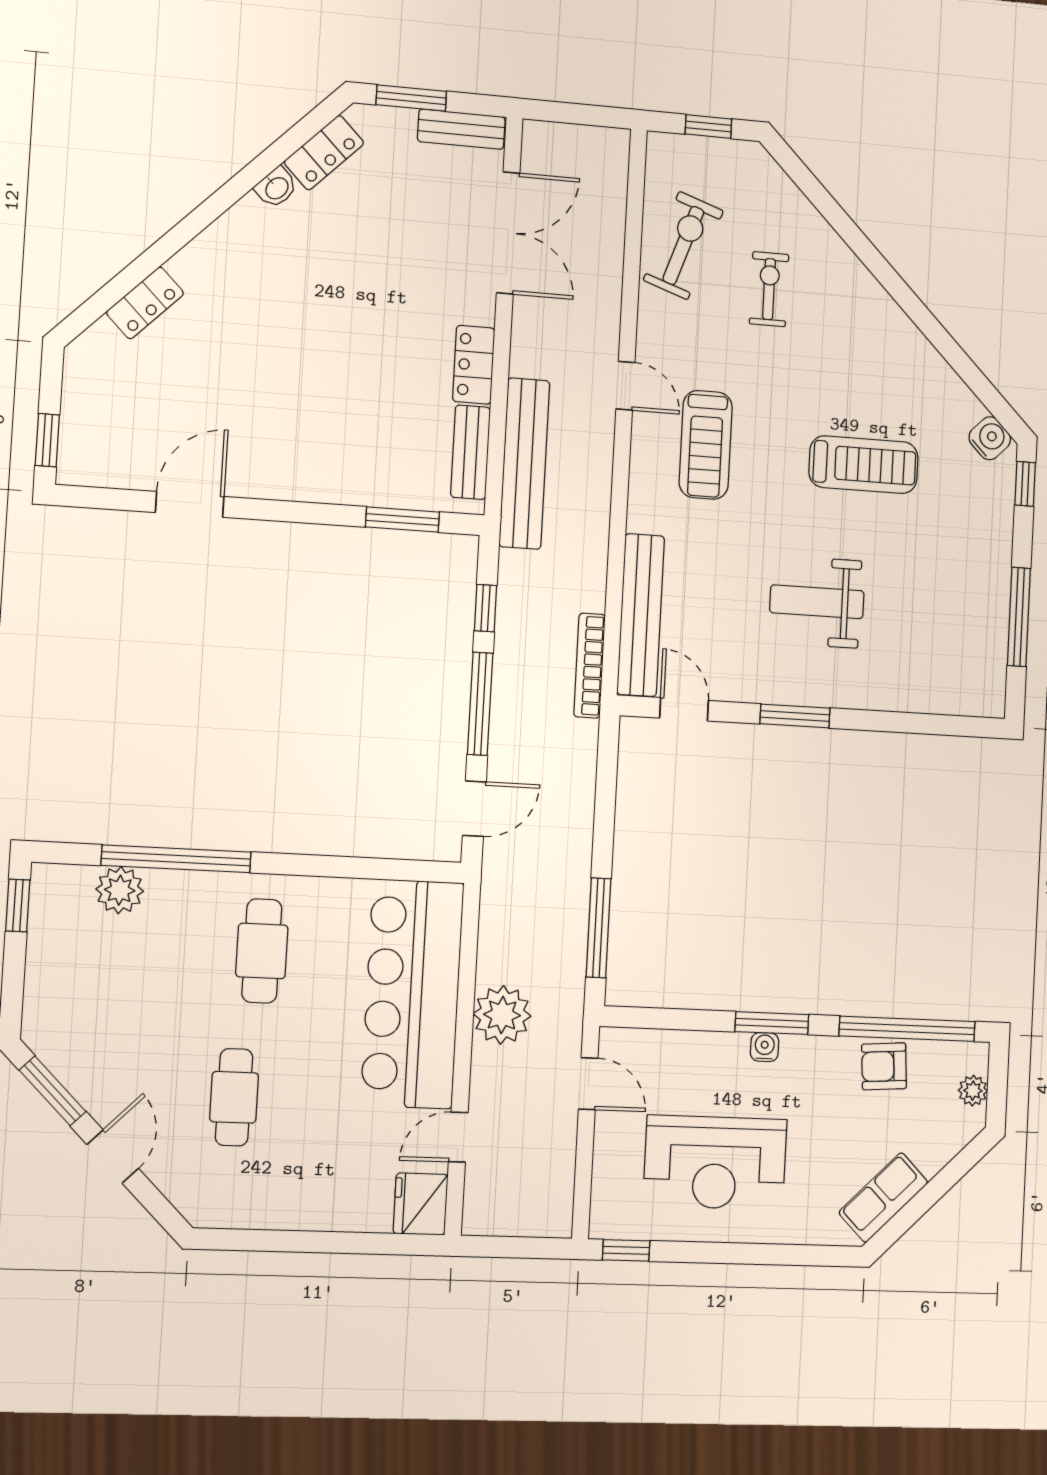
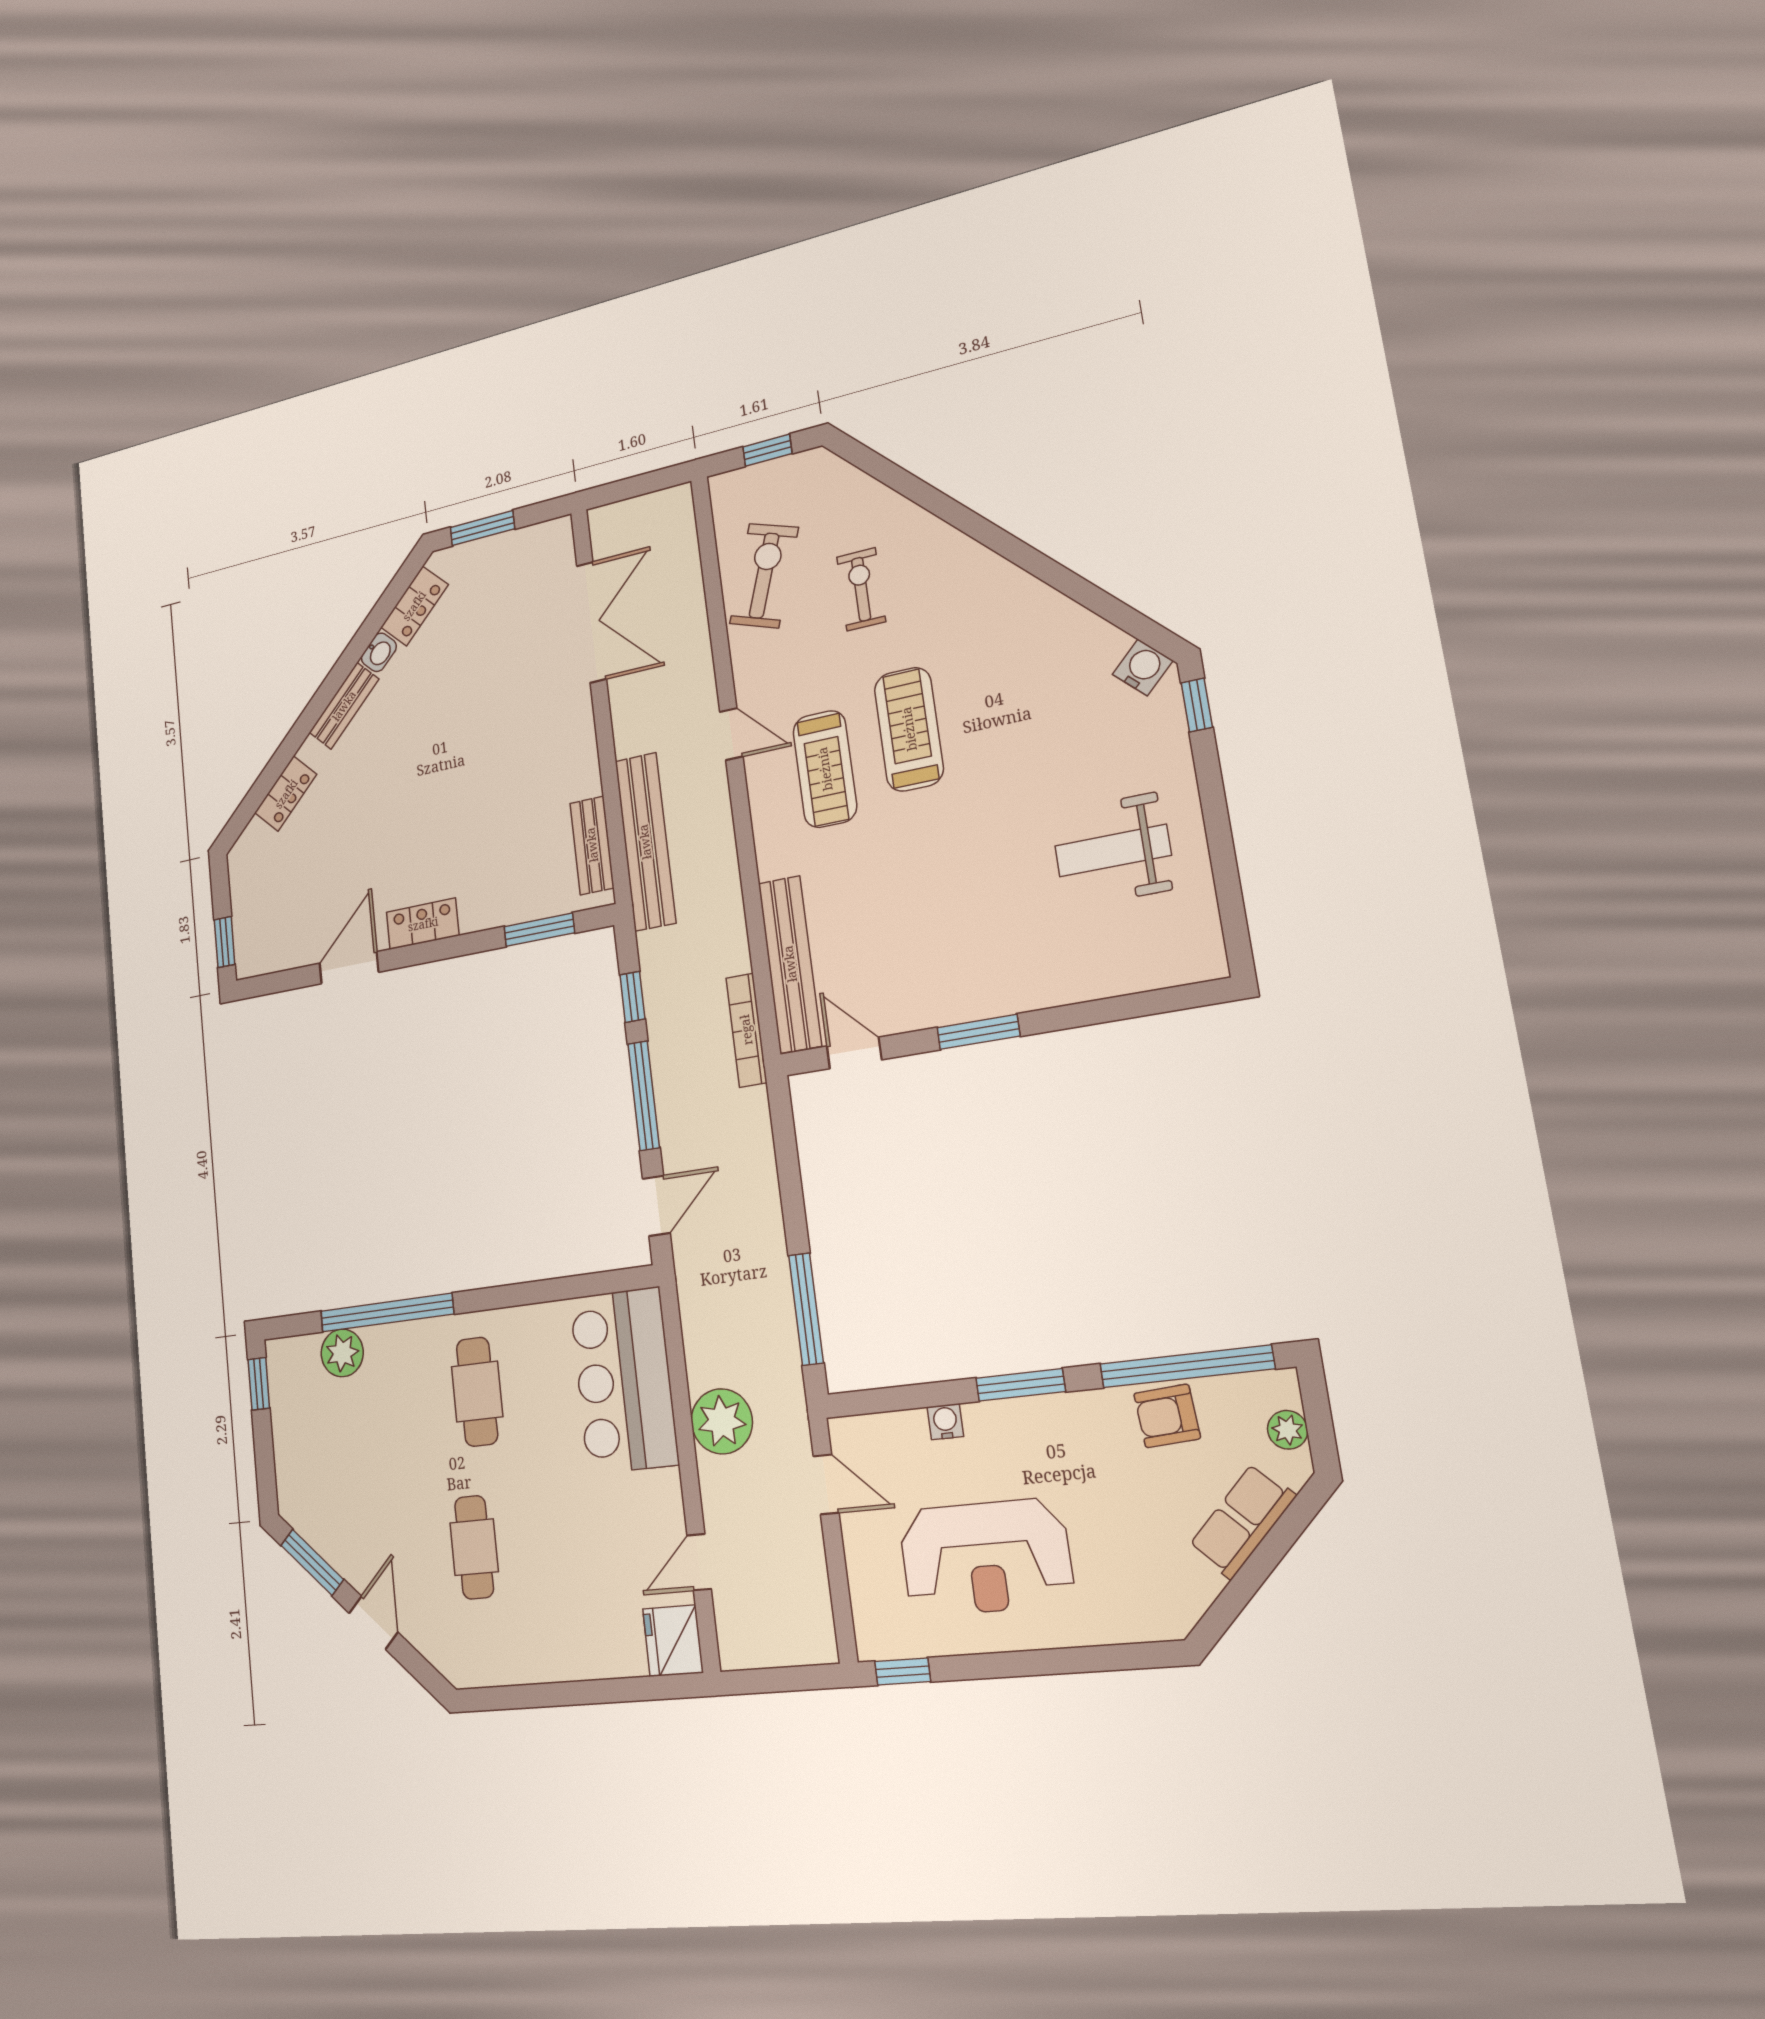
bench: (461, 129) -> (344, 706), moved, turned -45
locker: (474, 365) -> (423, 924), moved, turned 90
treadmill: (863, 465) -> (909, 729), moved, turned -90
weight bench: (817, 602) -> (1113, 851), moved
window: (1019, 617) -> (1223, 856), removed
bar counter: (412, 994) -> (624, 1380), width x0.73
water cooler: (765, 1047) -> (945, 1422), moved
row of seats: (883, 1197) -> (1242, 1521), moved

